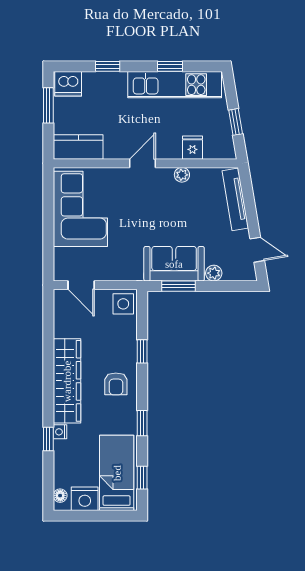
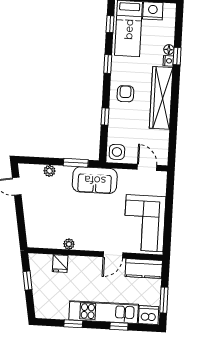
kitchen unit: (175, 85) -> (104, 312), moved
door: (142, 163) -> (113, 255), moved
tv unit: (235, 199) -> (31, 224), removed
sofa: (174, 264) -> (95, 180), moved
floor lamp: (60, 496) -> (169, 50), moved

